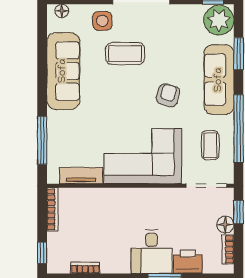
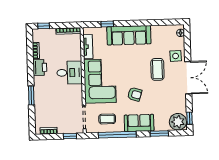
sofa: (63, 71) -> (129, 35), moved
sofa: (219, 80) -> (139, 123), width x0.73
window: (42, 140) -> (107, 24), width x0.46
floor lamp: (225, 225) -> (63, 129), removed
desk: (152, 252) -> (69, 73), moved, turned 180
printer: (188, 262) -> (40, 67), moved

